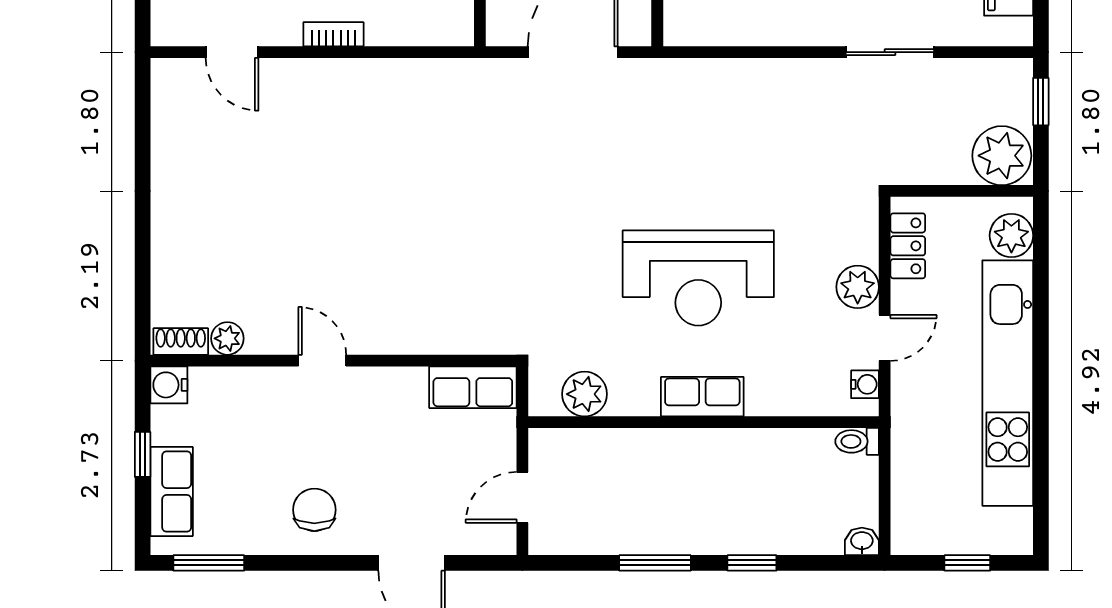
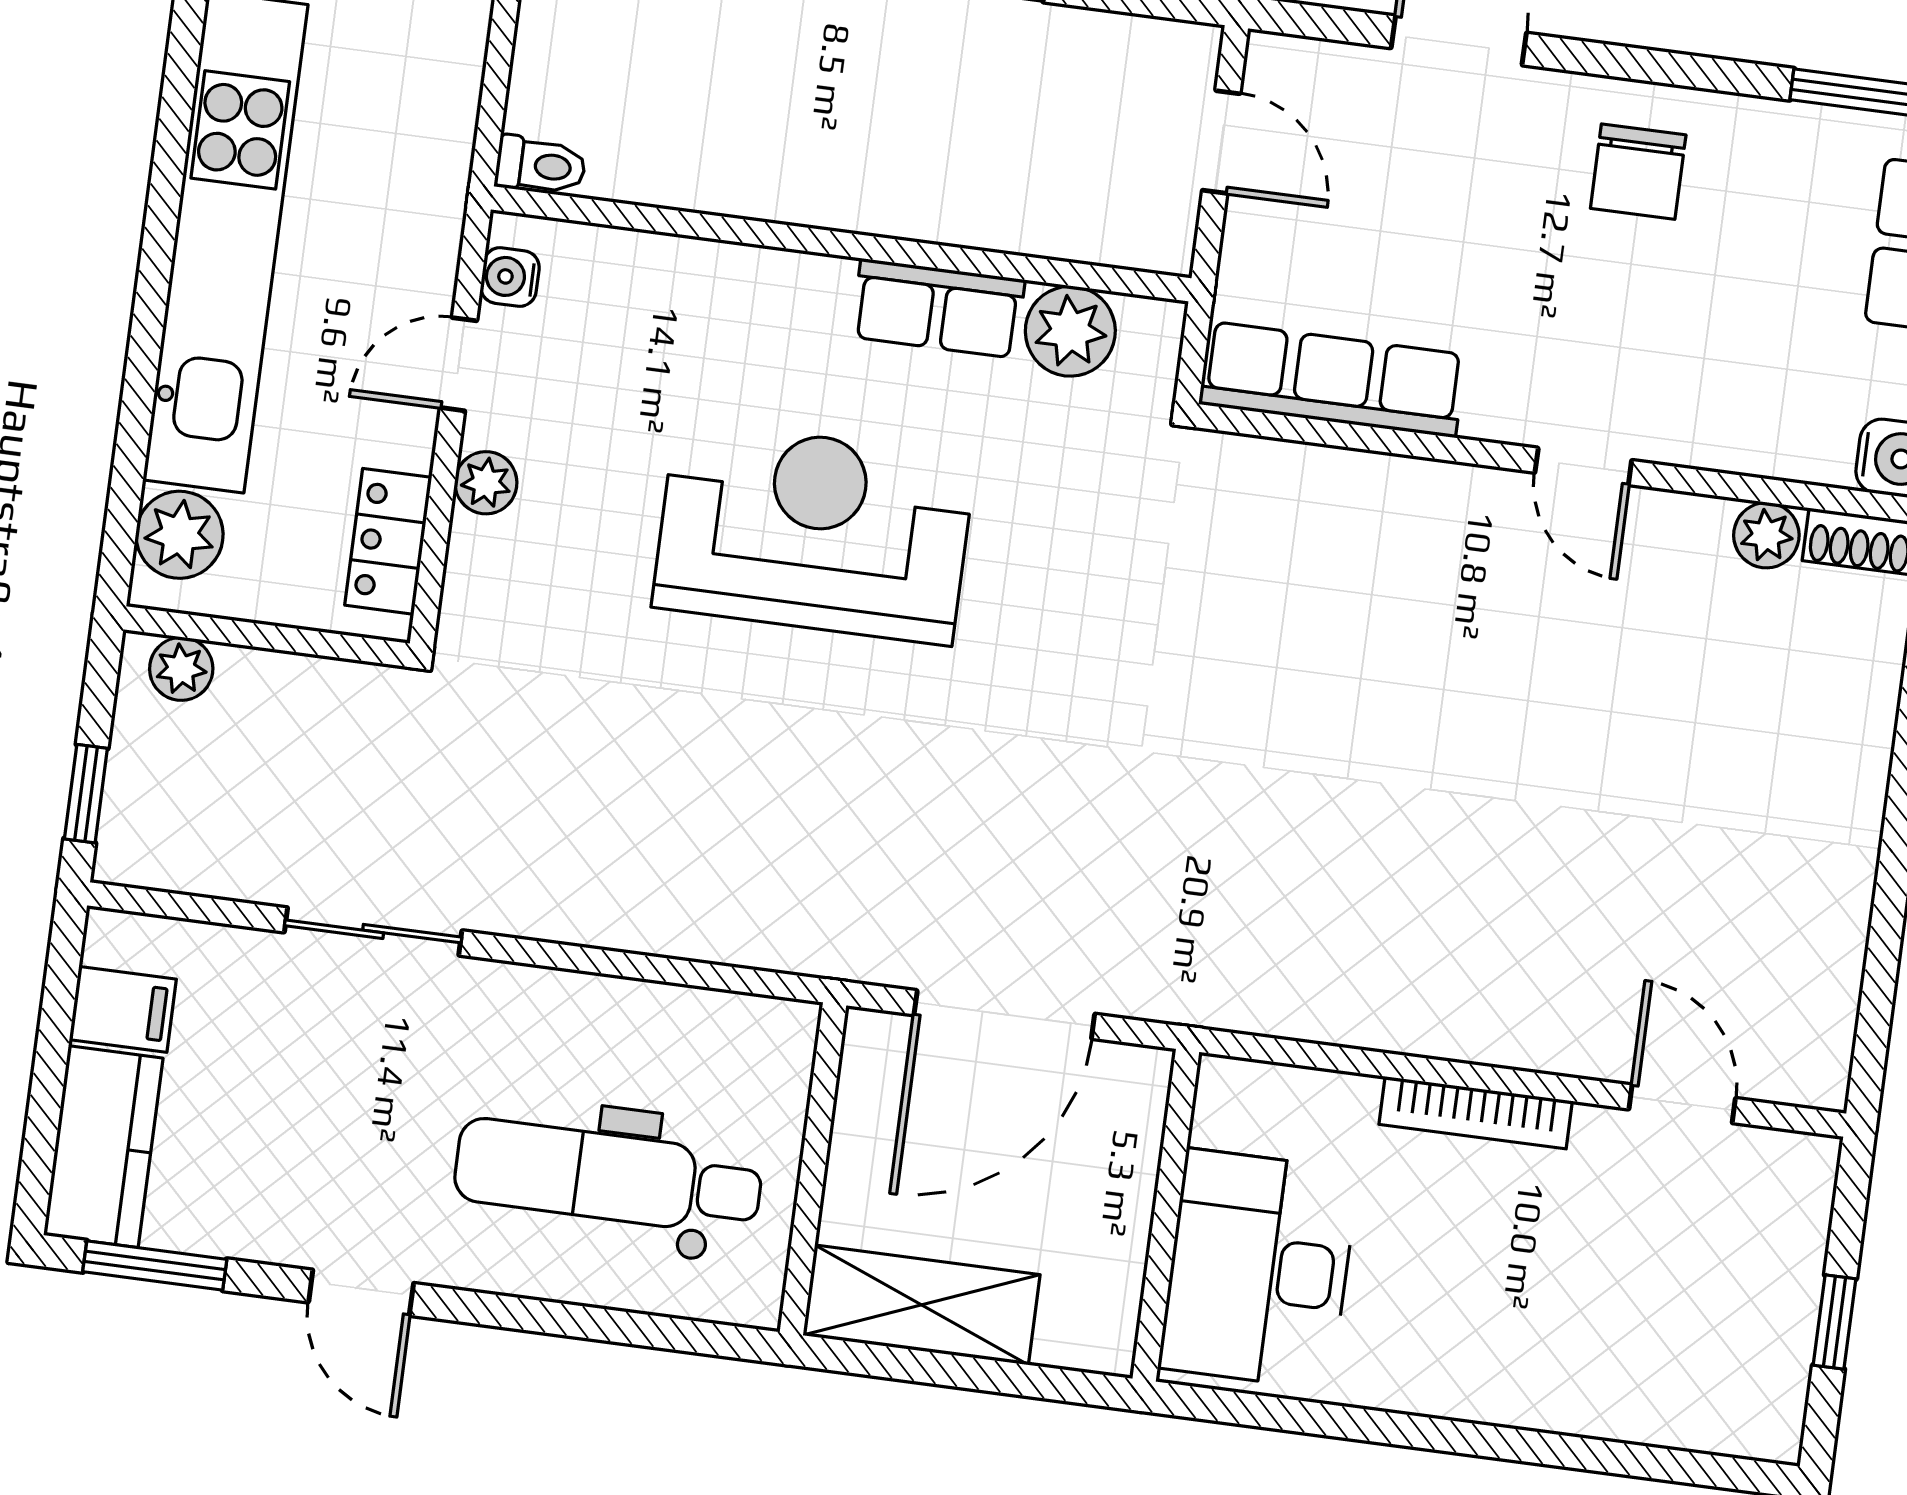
bookcase: (333, 34) -> (1476, 1113), width x1.56
plant: (1002, 156) -> (181, 669), width x0.53, depth x0.53
plant: (858, 287) -> (486, 483), width x0.73, depth x0.73
row of seats: (473, 387) -> (1332, 379), width x1.48
row of seats: (702, 397) -> (938, 308), moved
door: (522, 497) -> (1221, 142), hinge flipped

